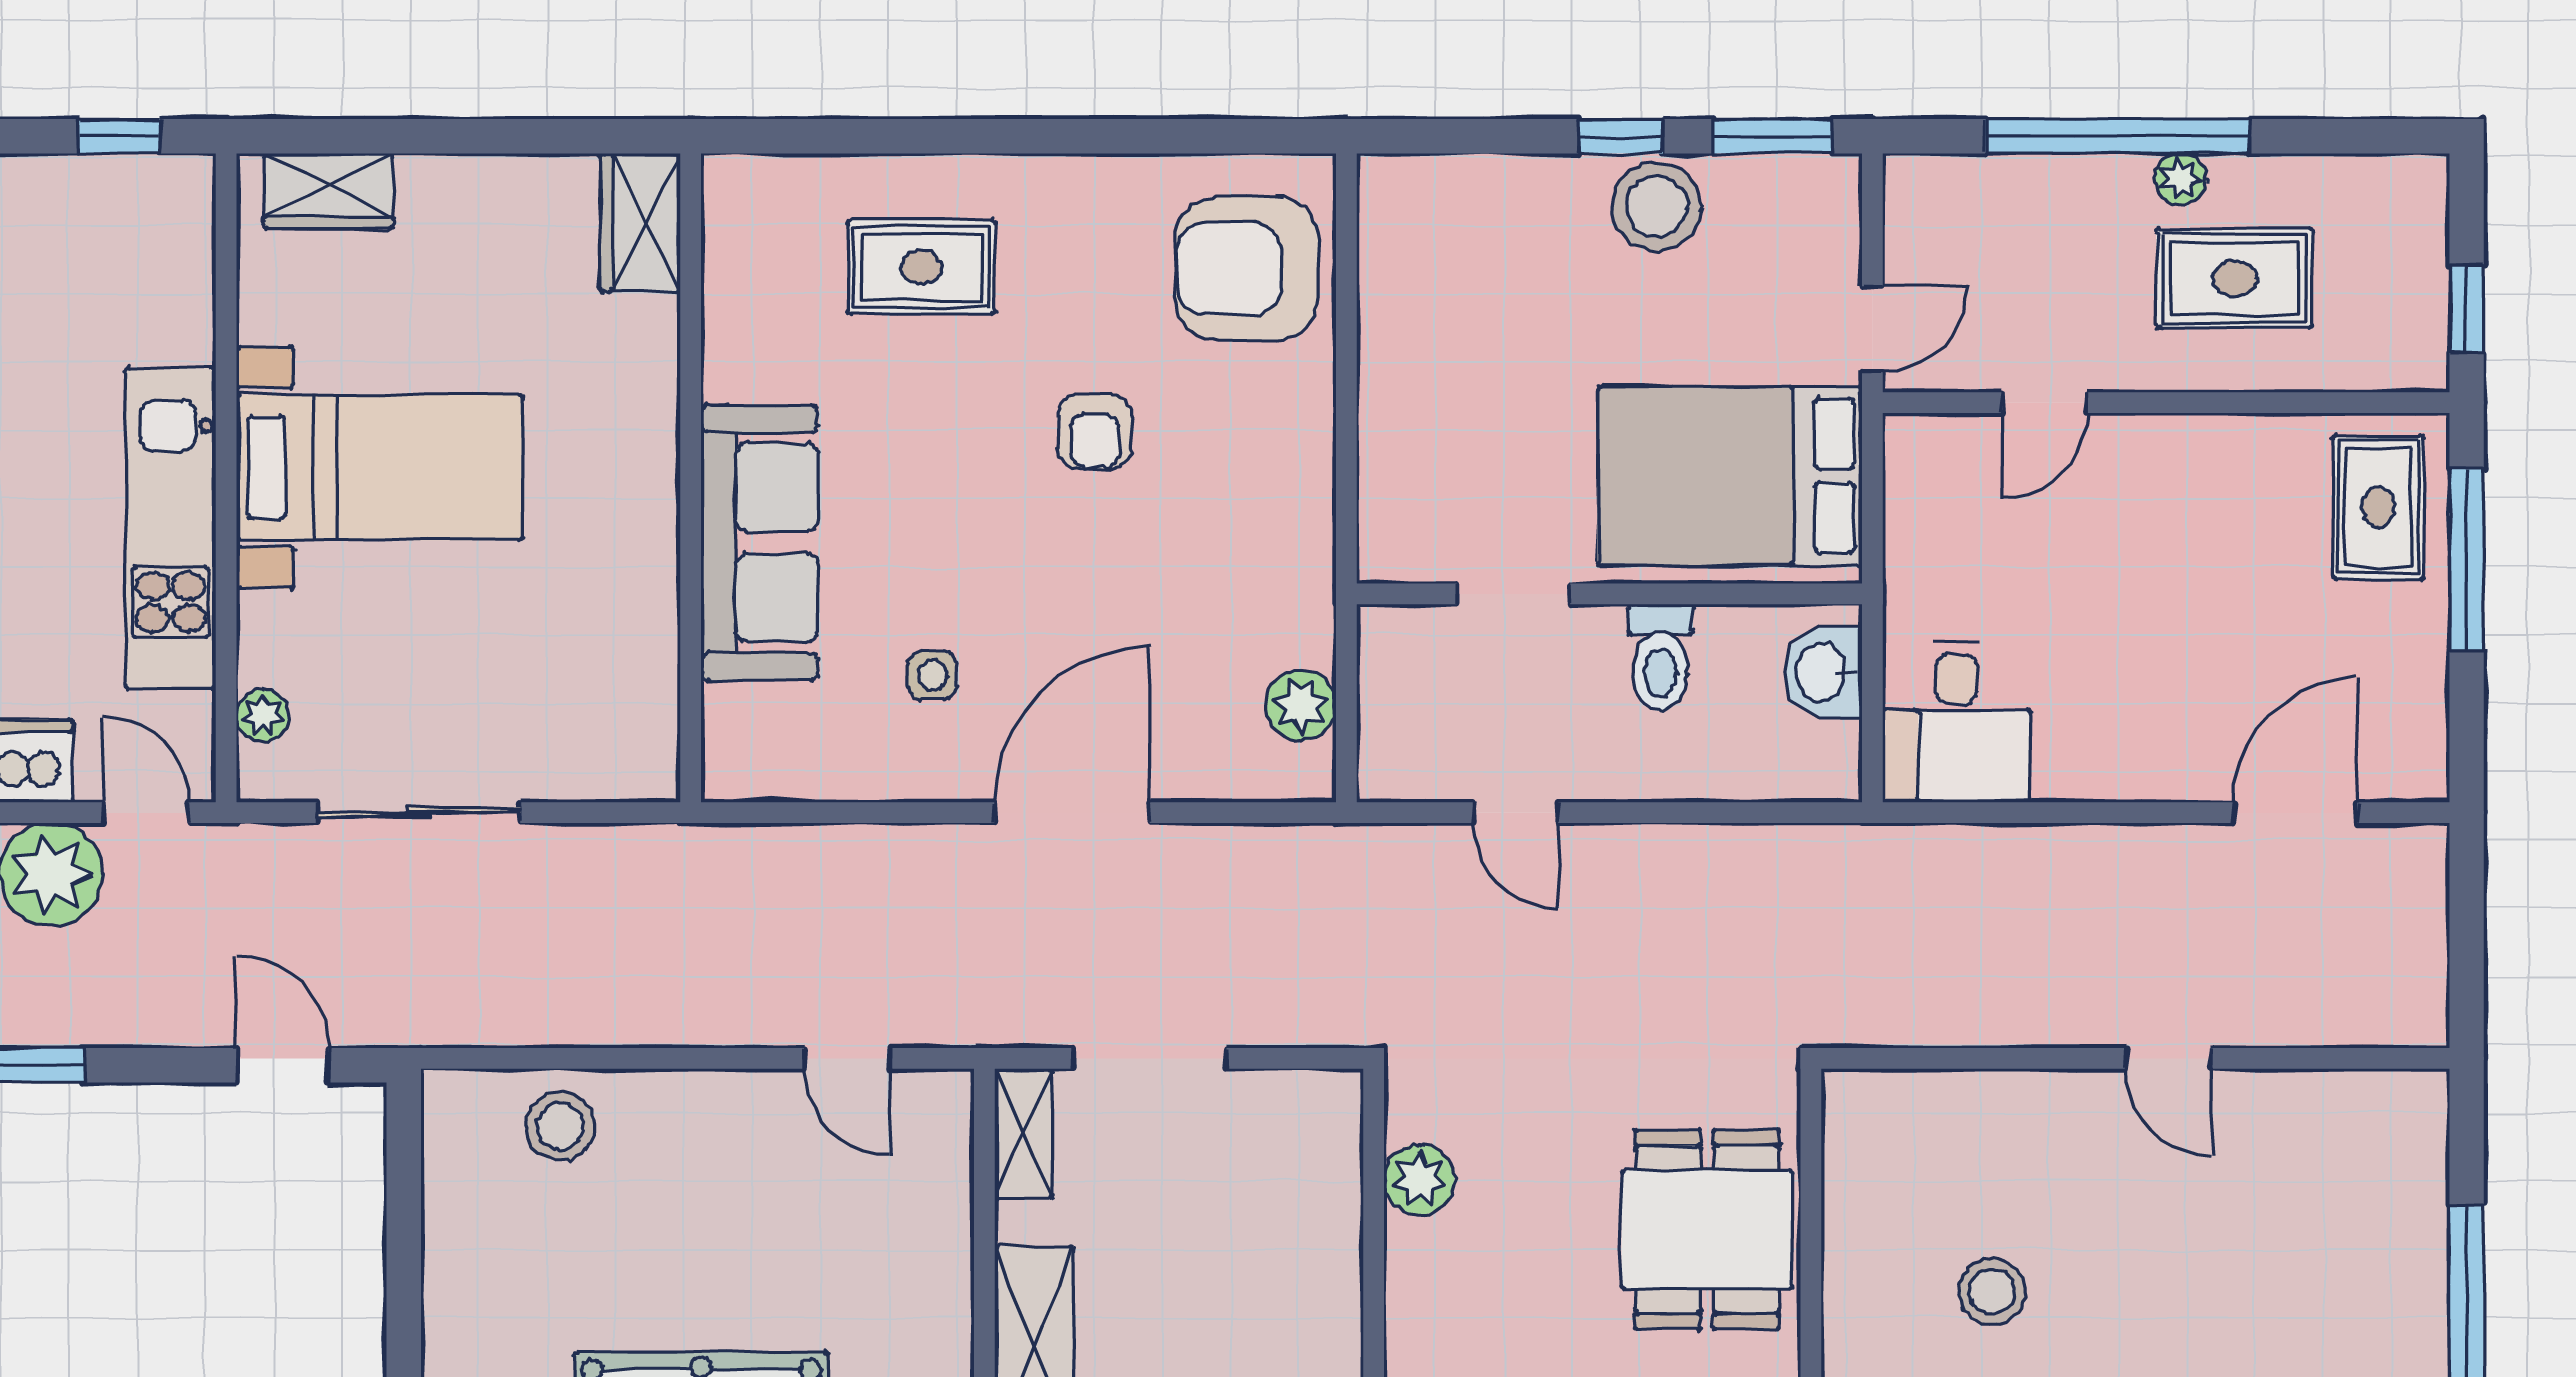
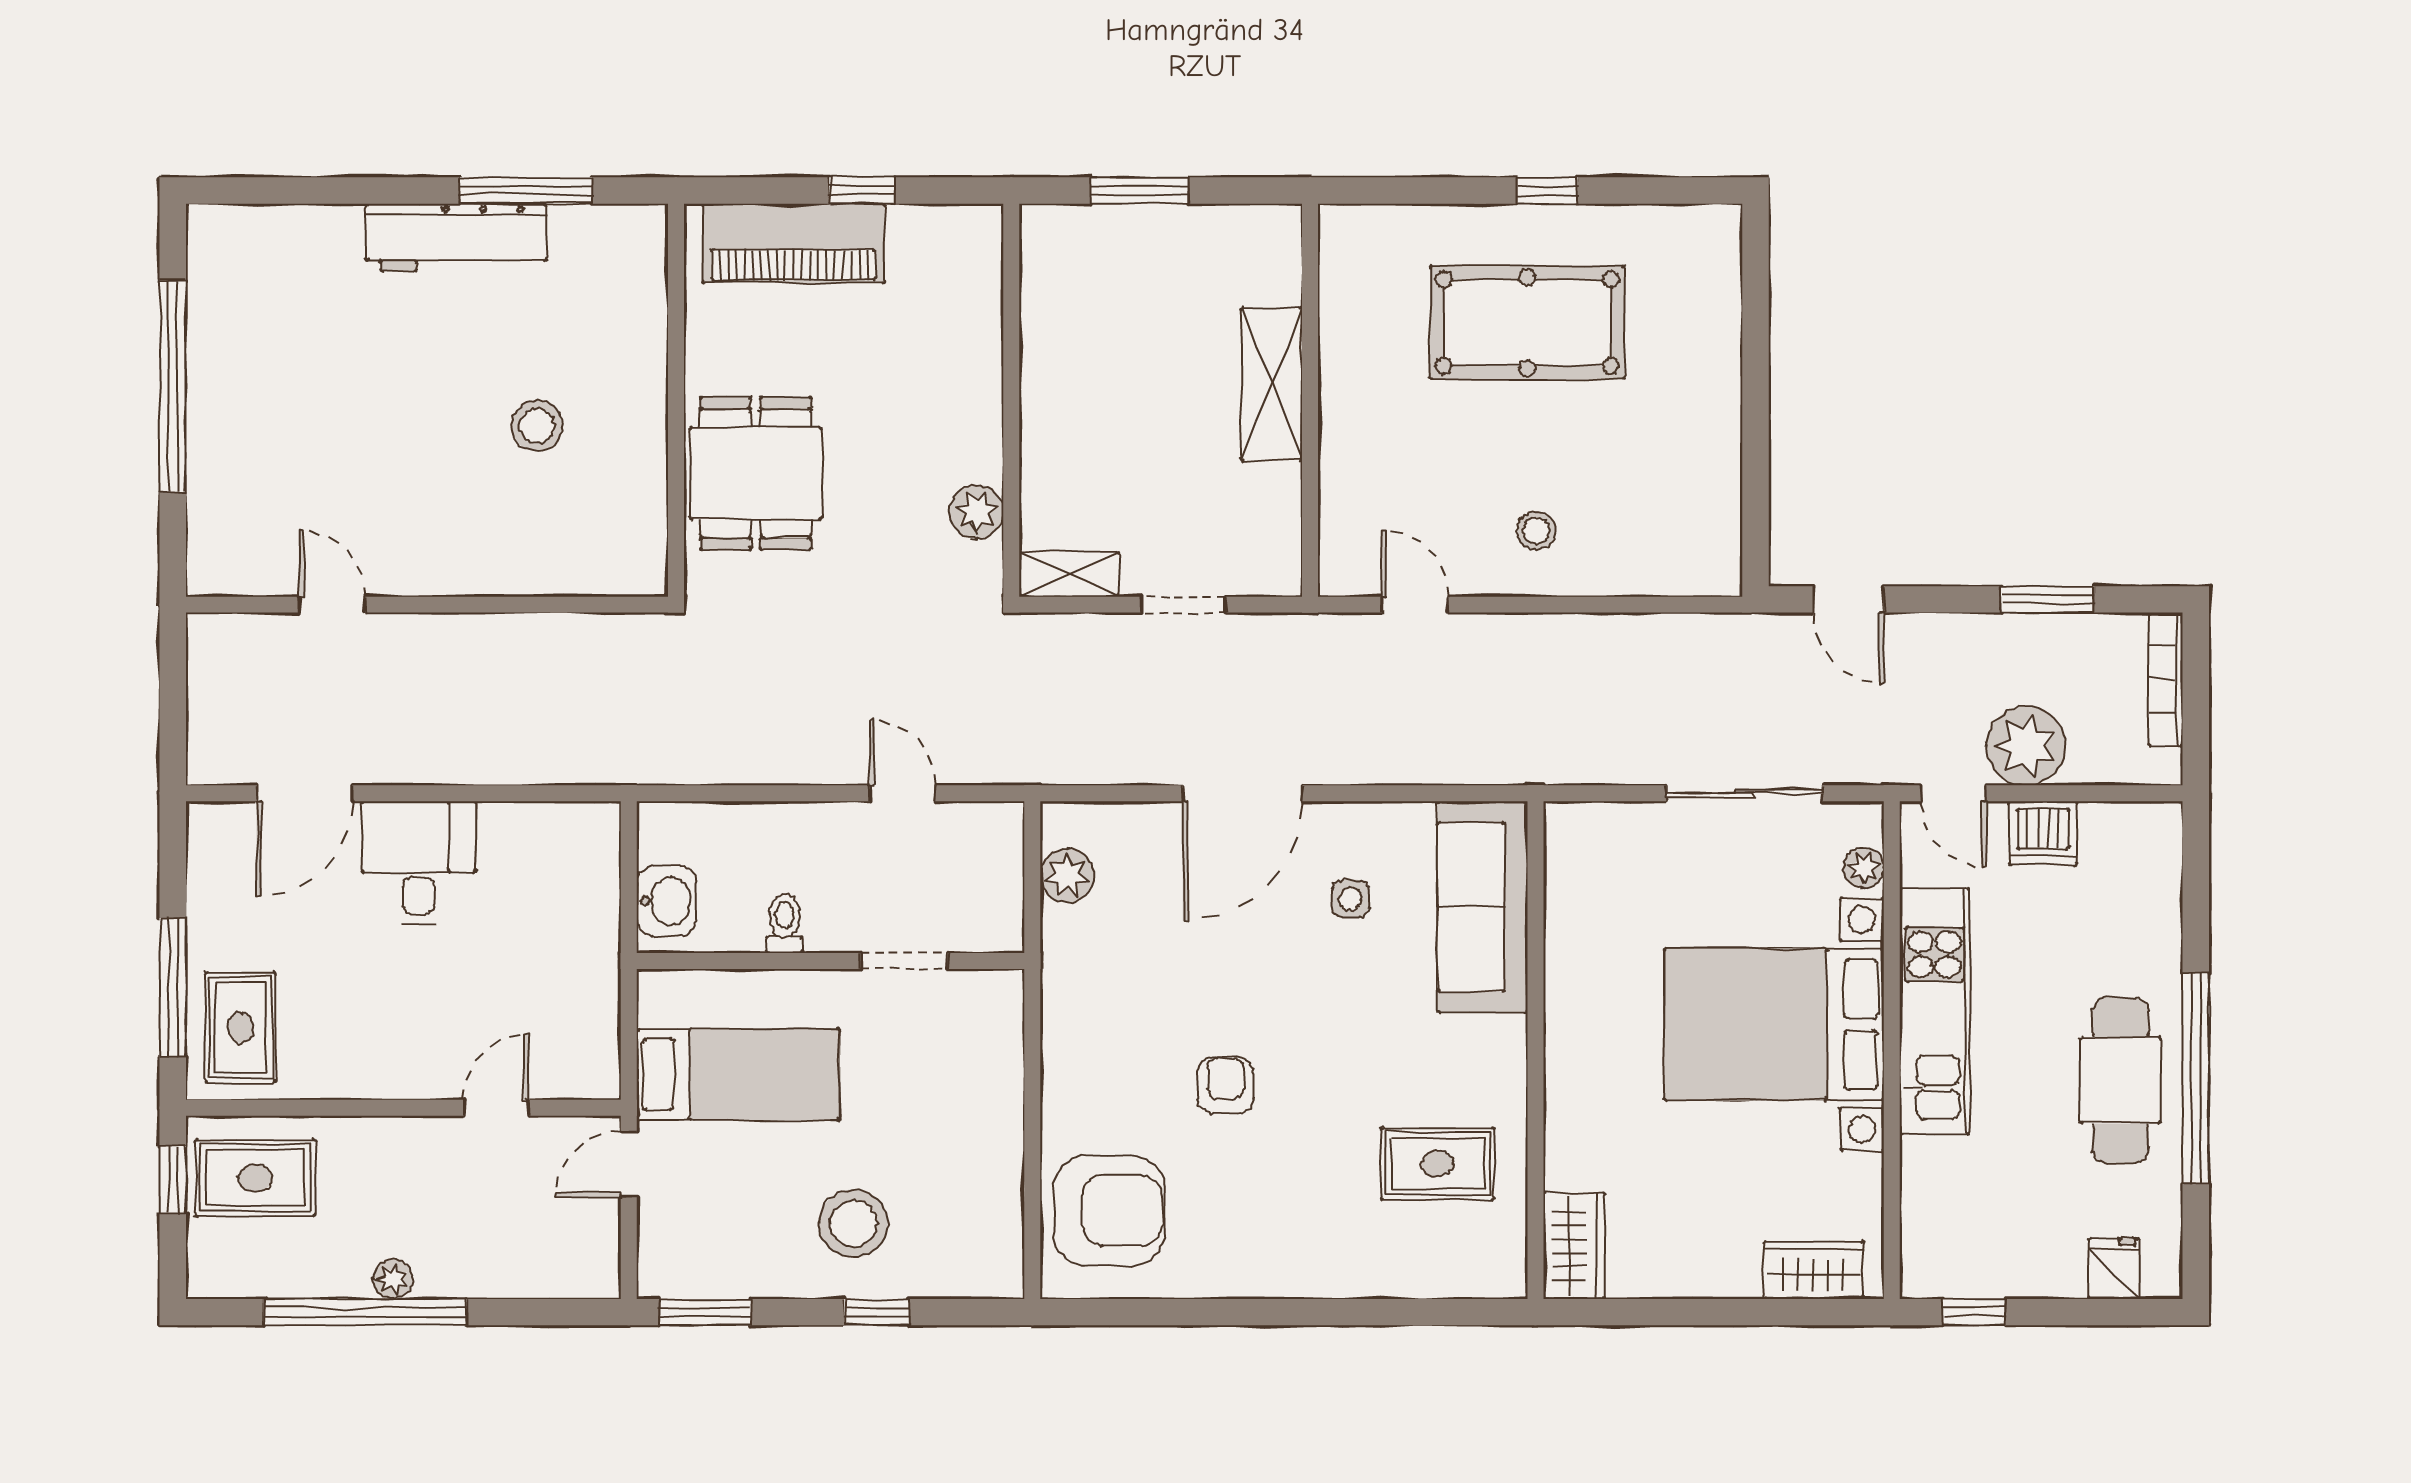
window: (1621, 136) -> (877, 1312), moved
window: (2118, 136) -> (365, 1312), moved
stool: (1657, 206) -> (853, 1224), moved
rug: (921, 267) -> (1437, 1164), moved
rug: (2235, 278) -> (255, 1178), moved
bed with nightstands: (380, 467) -> (1774, 1024), width x1.36
bed: (1730, 476) -> (738, 1074), width x0.67
sofa: (760, 542) -> (1483, 907), moved
toilet: (1660, 658) -> (785, 924), width x0.73, depth x0.72
desk: (1957, 722) -> (419, 862), moved
doorway: (1150, 1058) -> (1183, 605), width x0.73
door: (2168, 1058) -> (332, 605), moved
stool: (560, 1126) -> (1536, 531), moved, width x0.73, depth x0.73
shelving: (1024, 1133) -> (1069, 574), moved, turned 90

